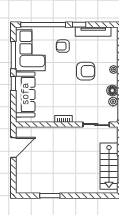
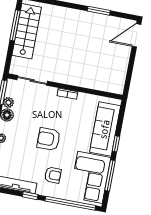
armchair: (86, 71) -> (49, 139), moved
door: (13, 147) -> (136, 35), moved

